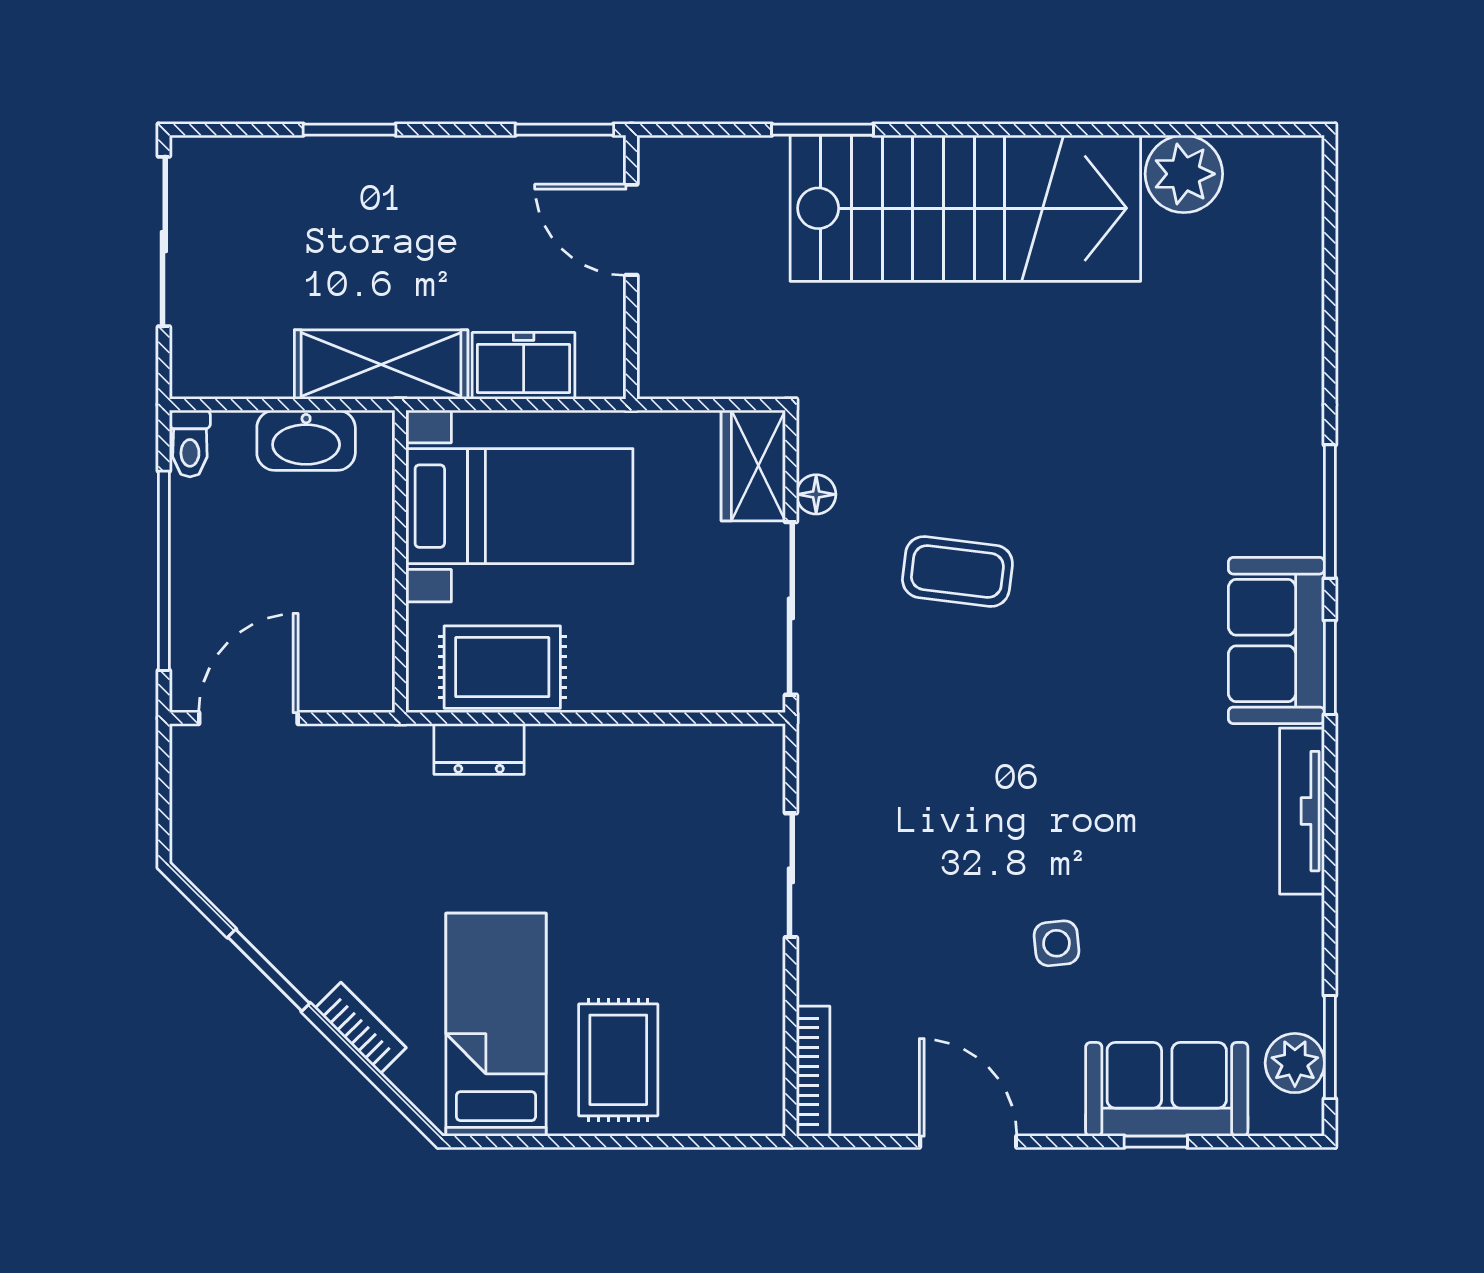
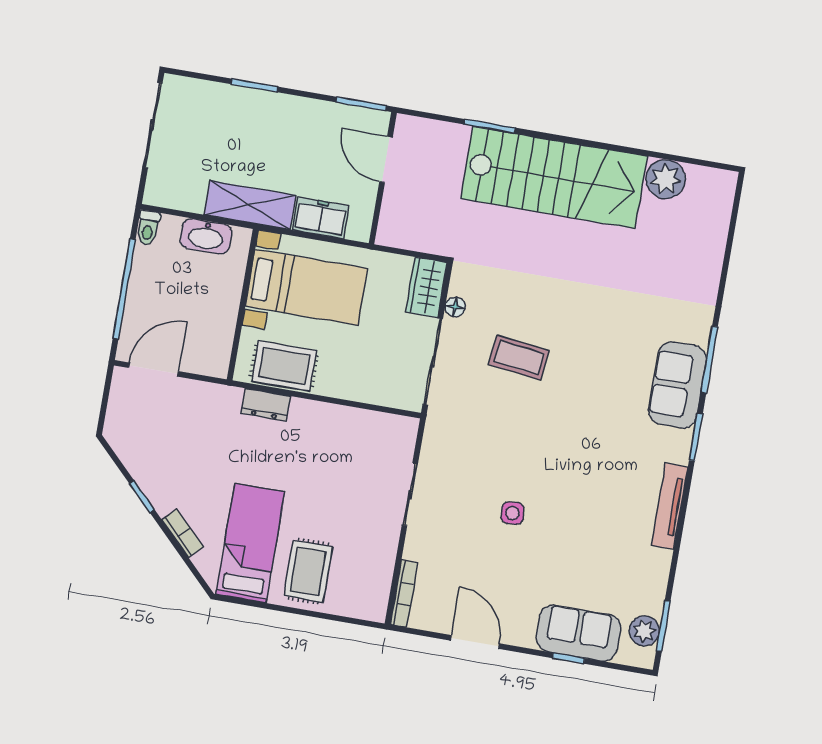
sofa: (1276, 641) -> (677, 385), moved
side table: (1057, 943) -> (513, 513), moved
window: (269, 970) -> (142, 497), width x0.67

